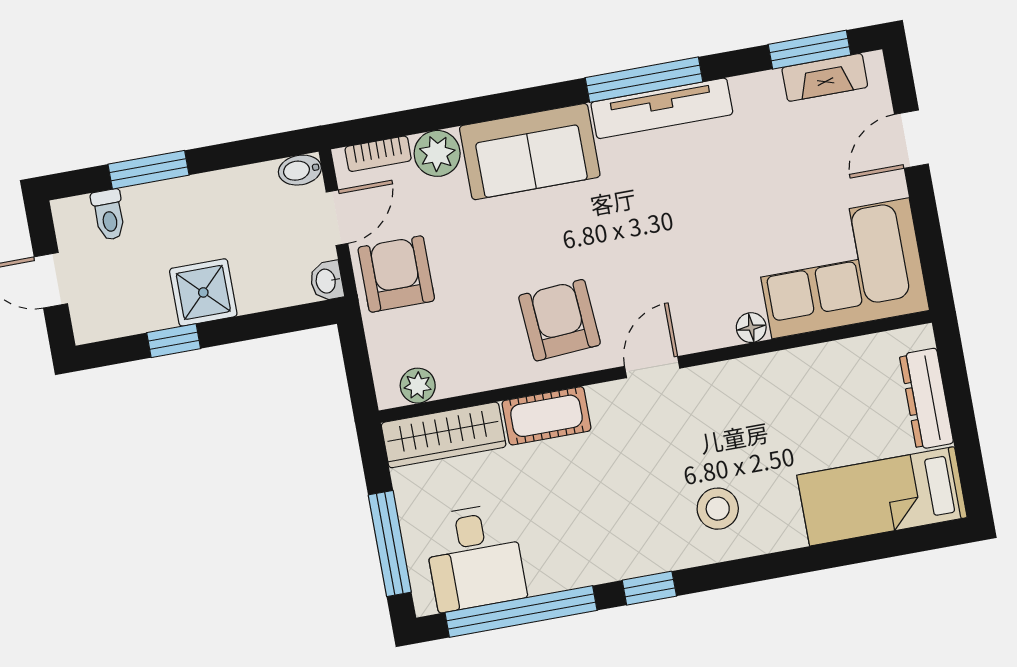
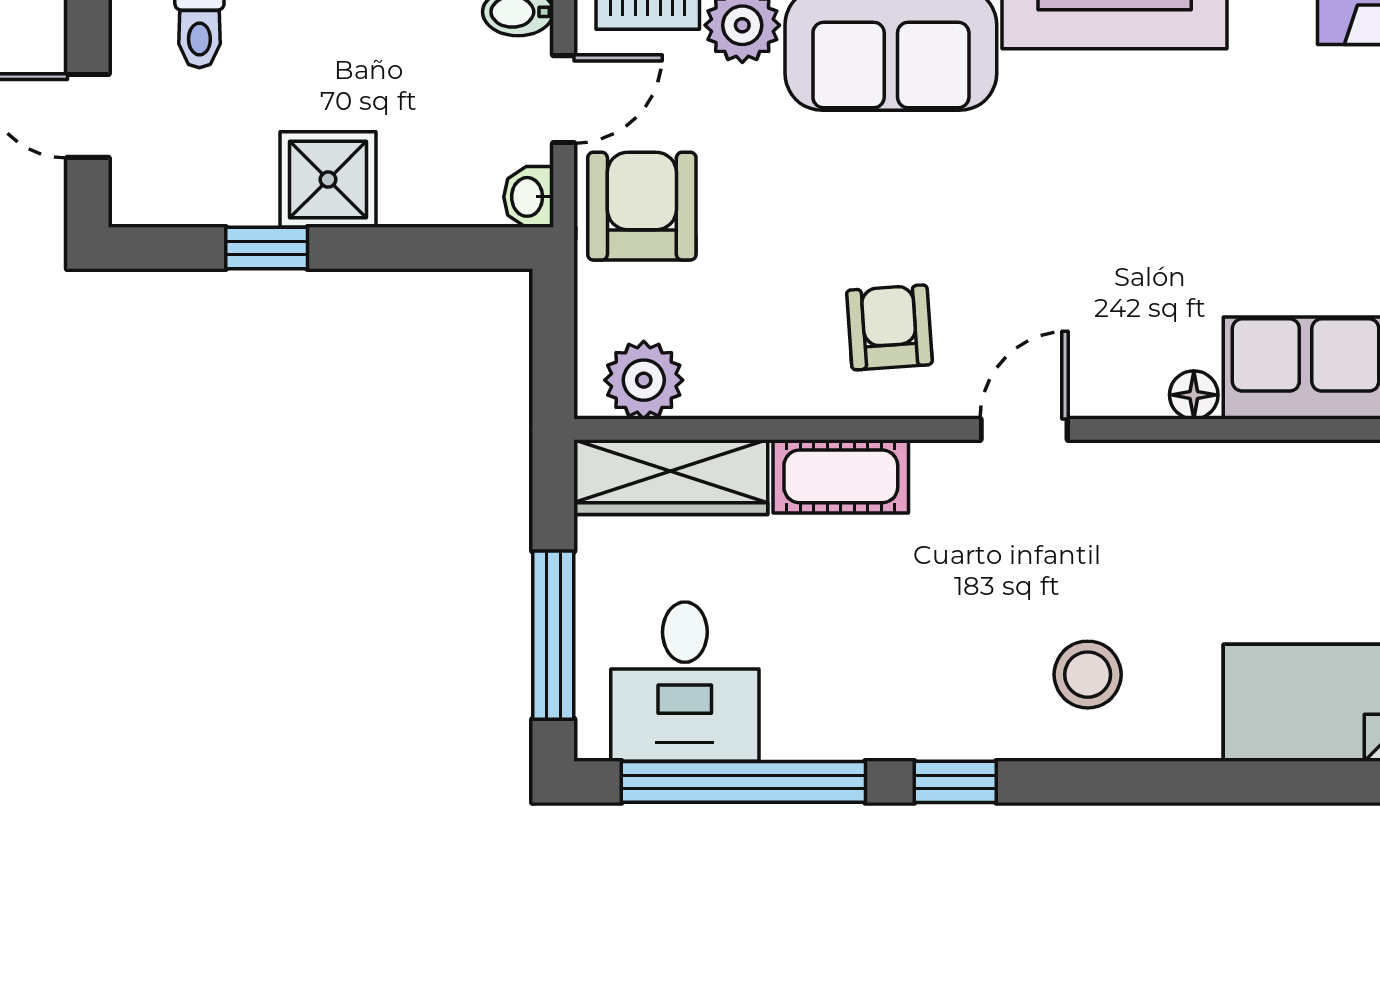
armchair: (559, 320) -> (889, 327), width x0.72, depth x0.72
plant: (418, 386) -> (644, 380), width x1.38, depth x1.38

